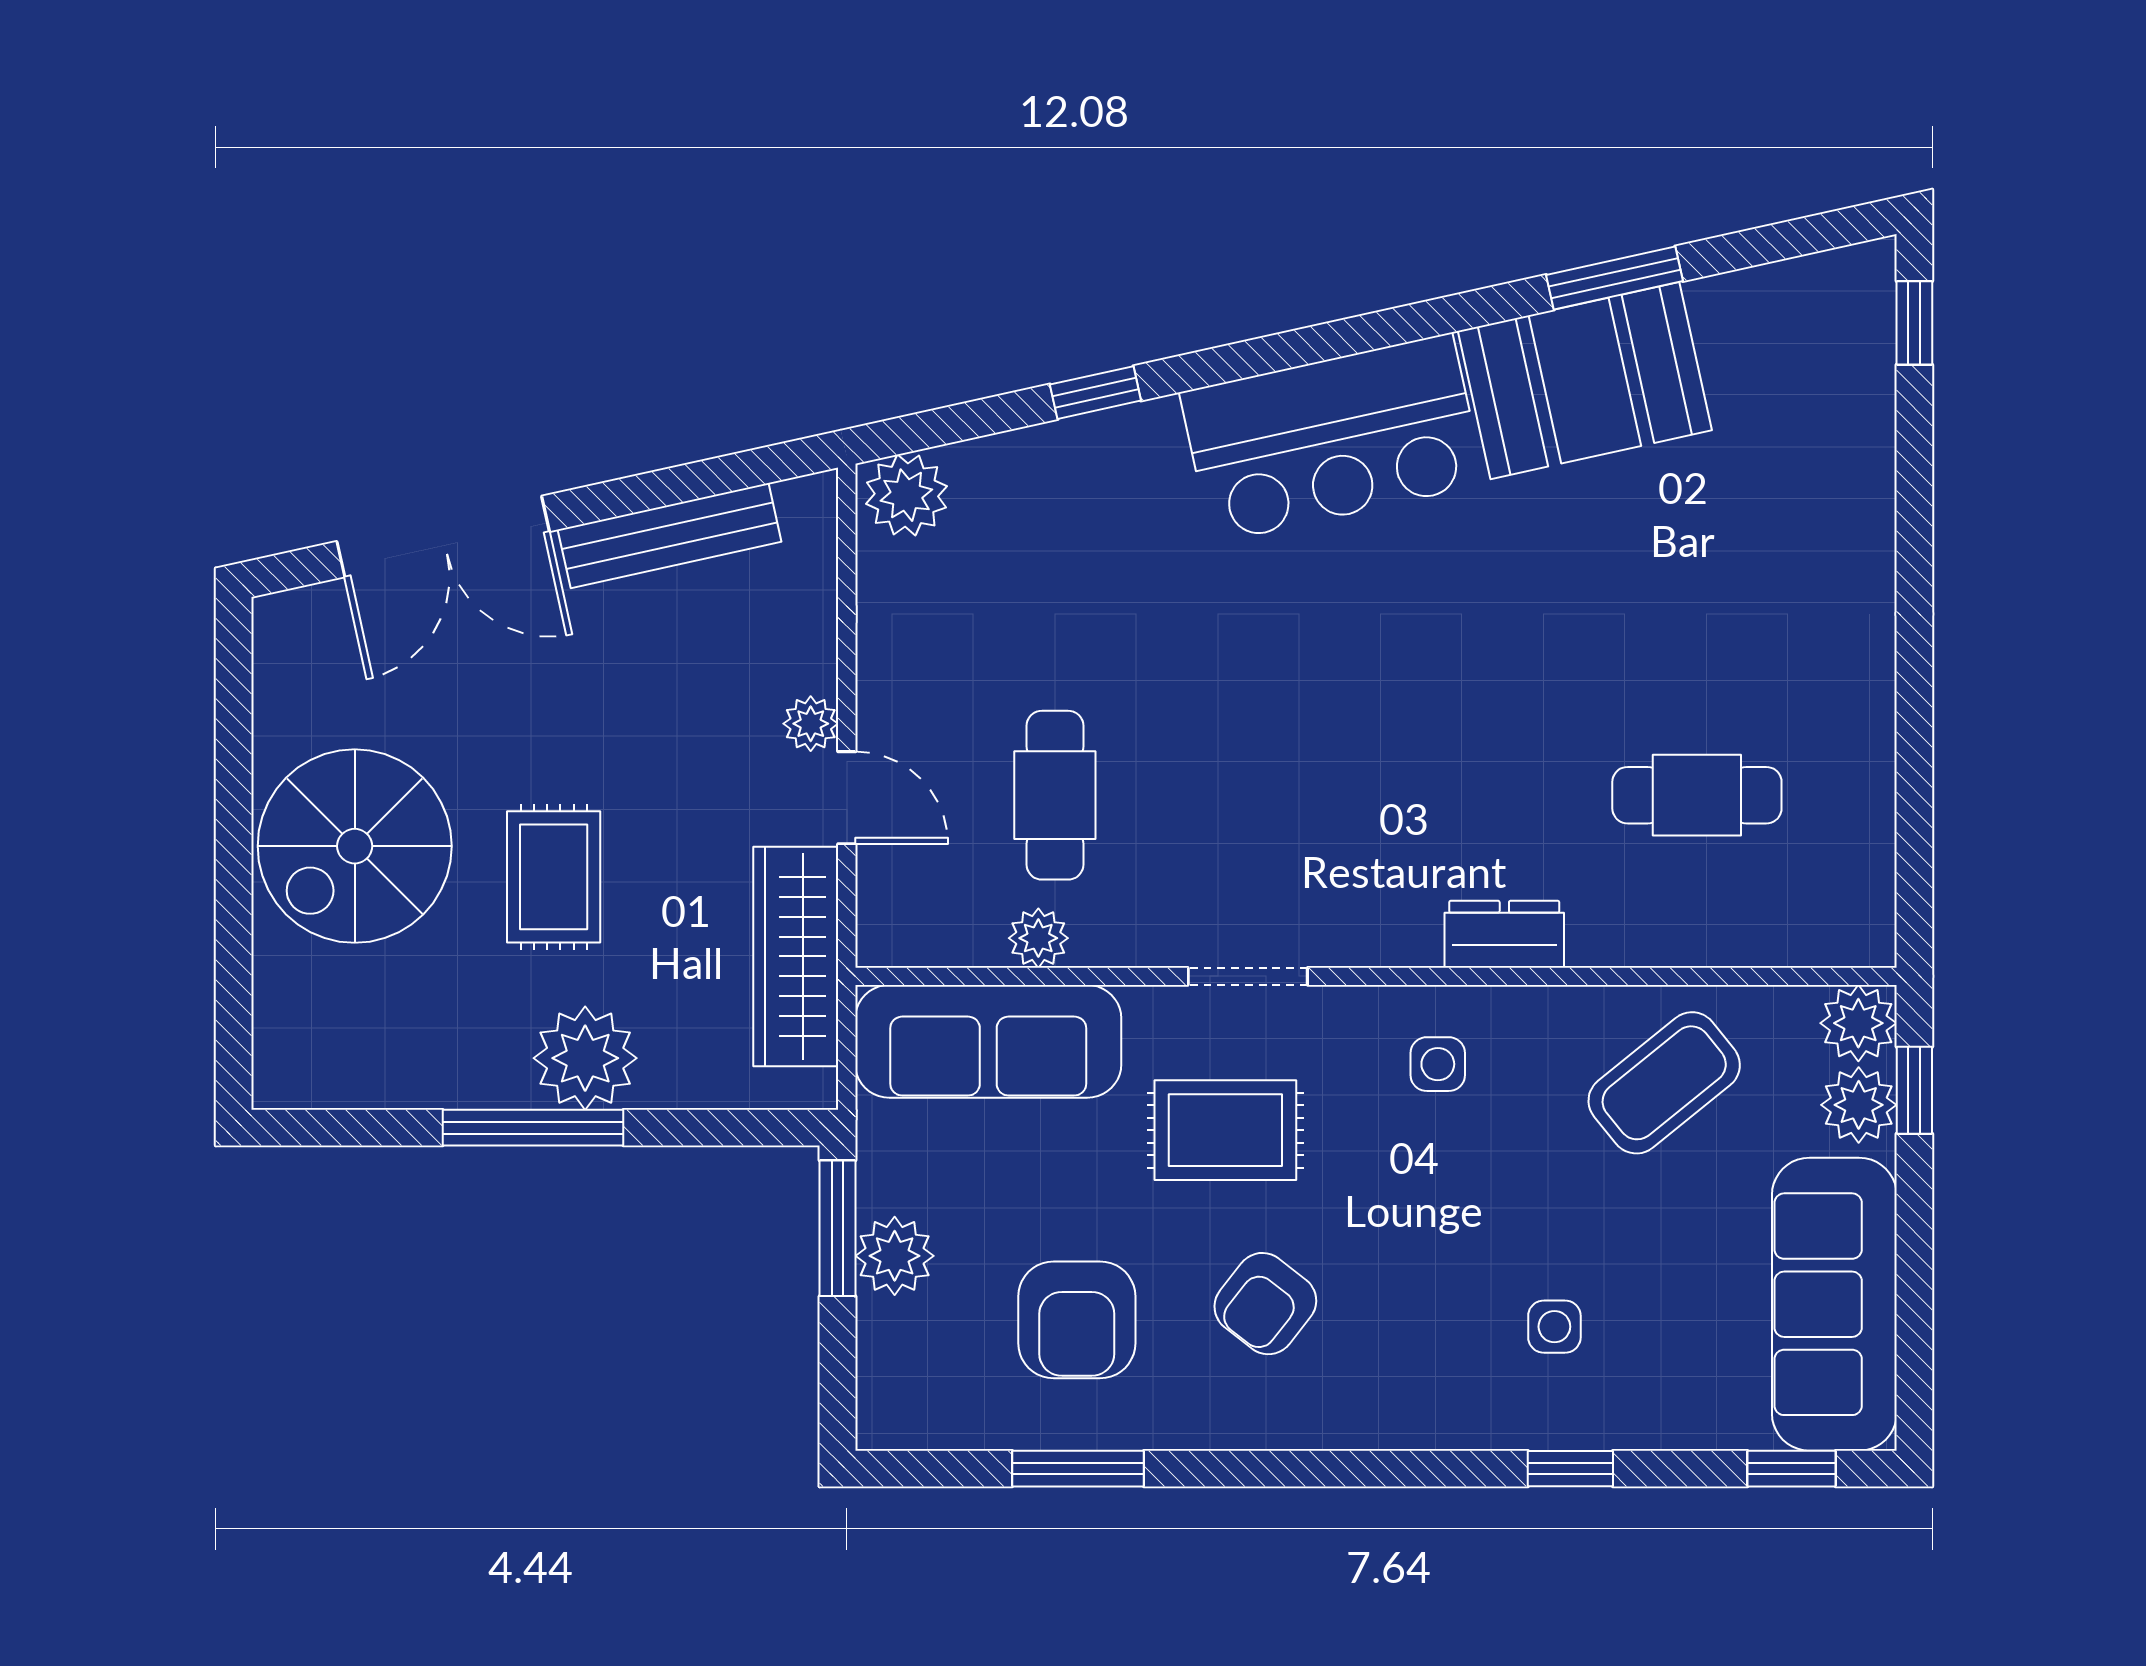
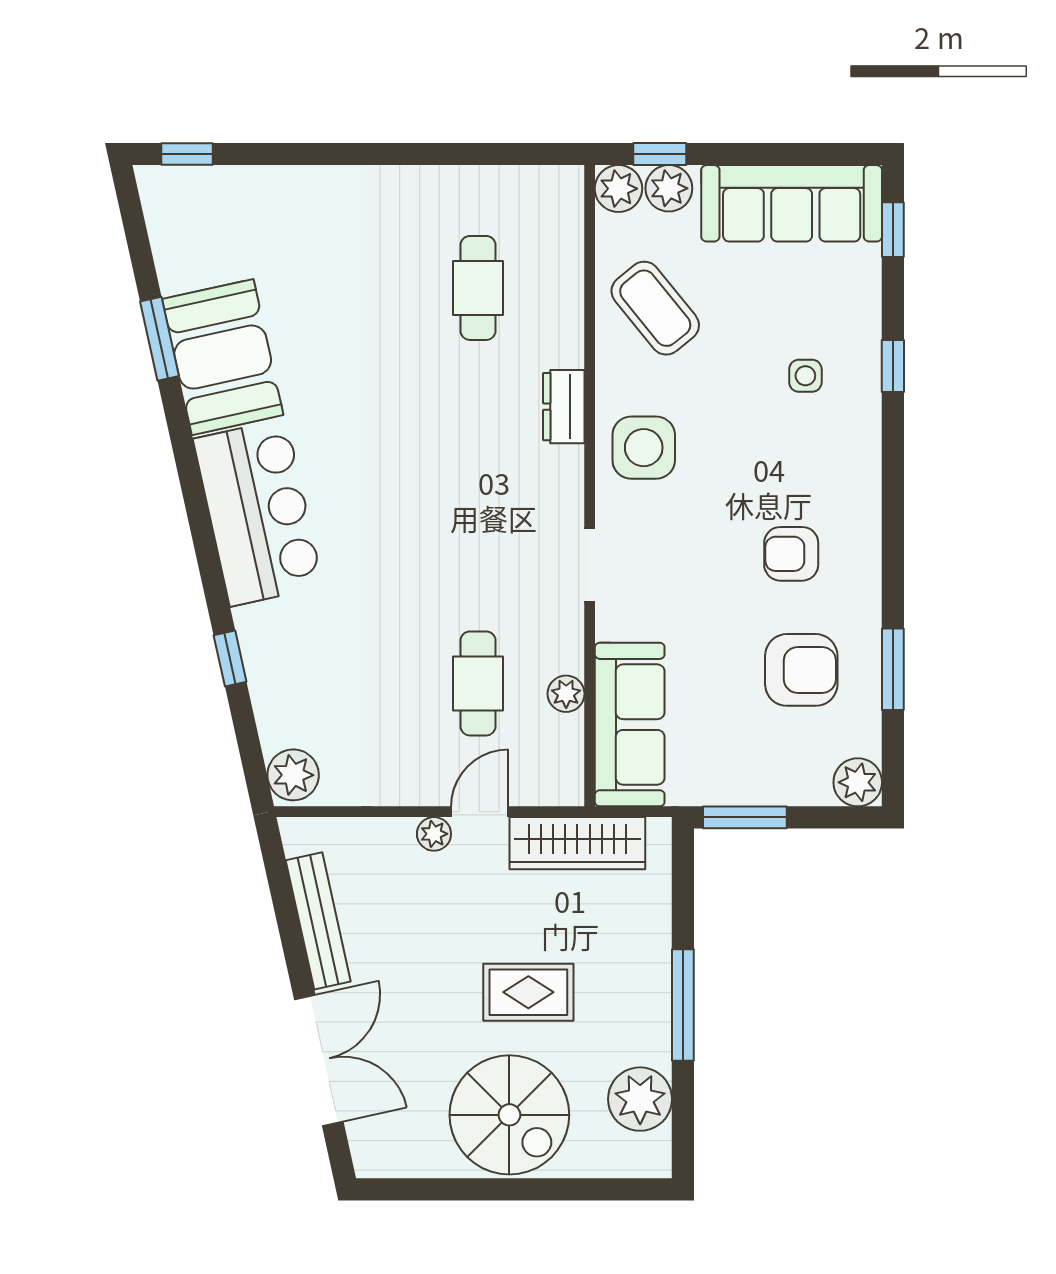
cafe table: (1055, 795) -> (478, 683), turned 90
plant: (585, 1058) -> (640, 1099), moved
side table: (1438, 1064) -> (644, 448), width x1.87, depth x1.87
rug: (1225, 1130) -> (684, 578), removed
plant: (895, 1256) -> (858, 782), moved
armchair: (1265, 1304) -> (791, 554), turned 142

